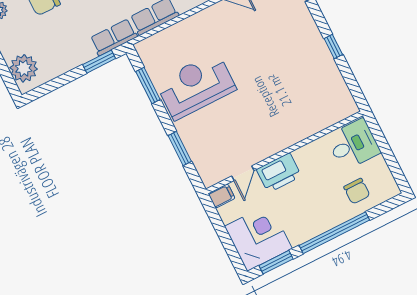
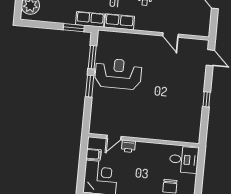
window: (180, 148) -> (90, 86), moved
printer: (279, 173) -> (128, 146), width x0.53, depth x0.68
filing cabinet: (221, 196) -> (93, 154), moved

